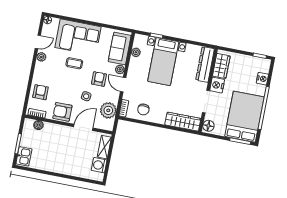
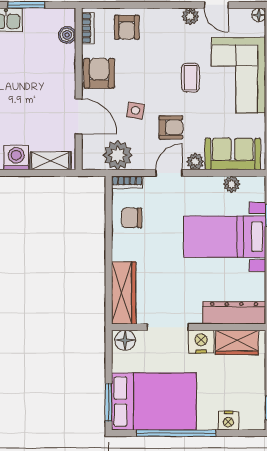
armchair: (41, 92) -> (127, 27), turned 90

